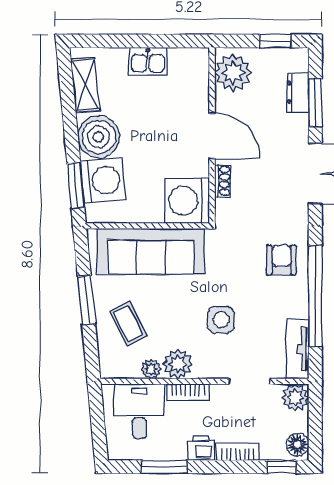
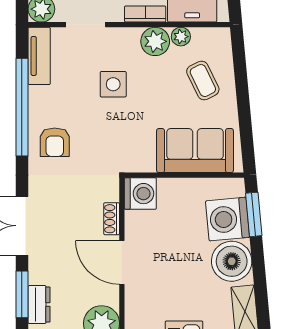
washing machine: (187, 201) -> (140, 194), width x0.73, depth x0.73
sofa: (151, 251) -> (195, 151), width x0.73
window: (86, 300) -> (243, 103), removed

